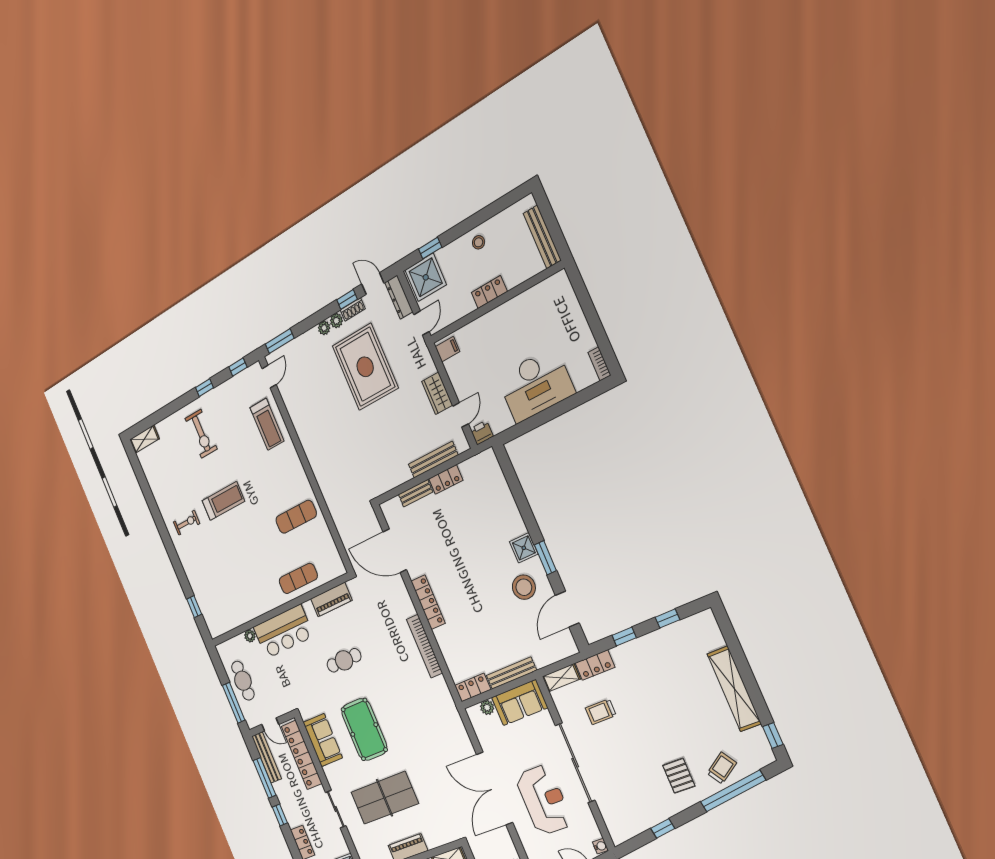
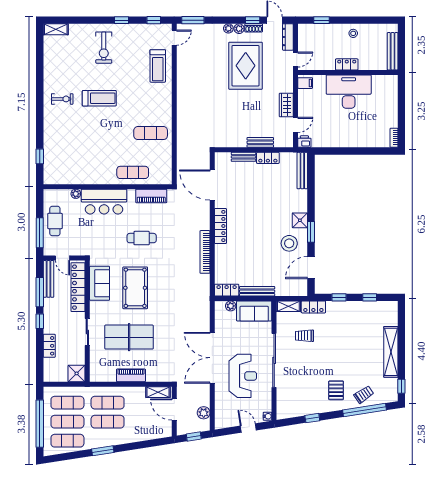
shower: (426, 277) -> (311, 35), removed
desk: (536, 385) -> (349, 92), moved, turned 180
bench: (433, 460) -> (260, 142), width x0.73
bench: (497, 475) -> (302, 171), added

